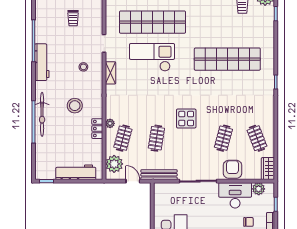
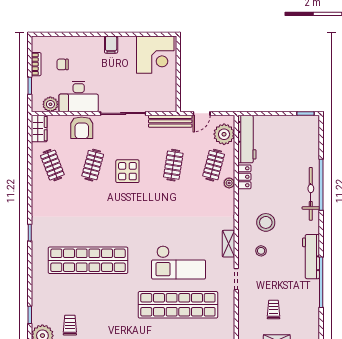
stool: (75, 106) -> (266, 222), moved
display table: (186, 118) -> (127, 171), moved
workbench: (76, 172) -> (247, 139), moved, turned -90
door: (133, 181) -> (202, 113), hinge flipped

